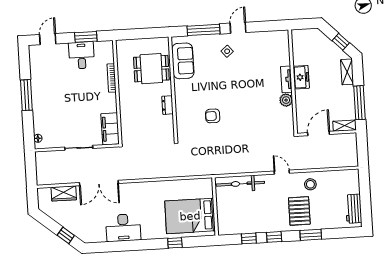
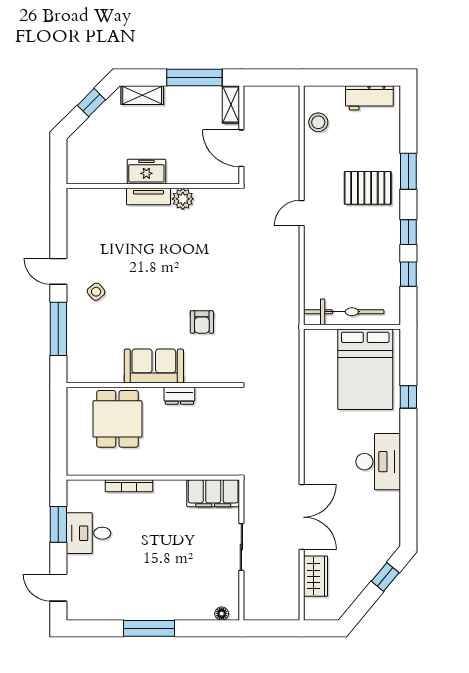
sofa: (183, 61) -> (154, 366), moved
bicycle: (240, 184) -> (344, 312), moved, turned -90
stool: (310, 184) -> (318, 122), moved
desk: (123, 228) -> (378, 462), moved

